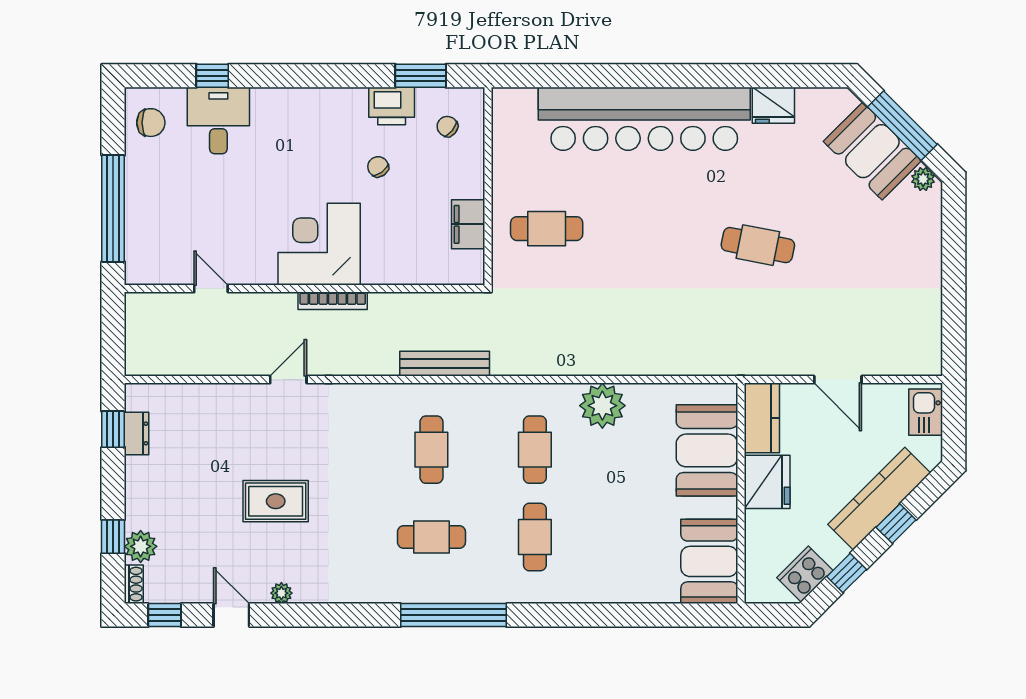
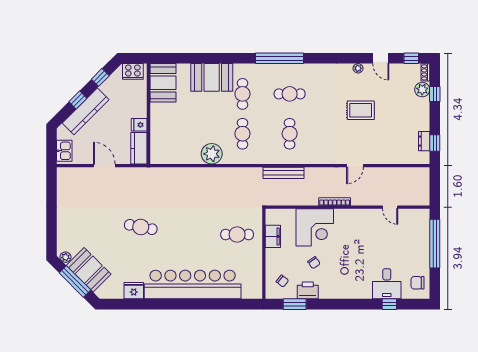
corner desk: (319, 244) -> (315, 227), moved
booth: (707, 450) -> (212, 77), moved, turned 90
fridge: (767, 482) -> (139, 125), width x0.53, depth x0.75
cooker: (805, 574) -> (133, 71), moved, turned 45

